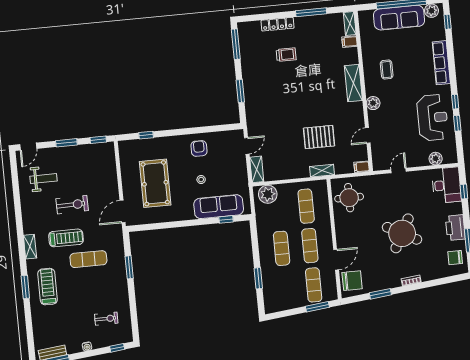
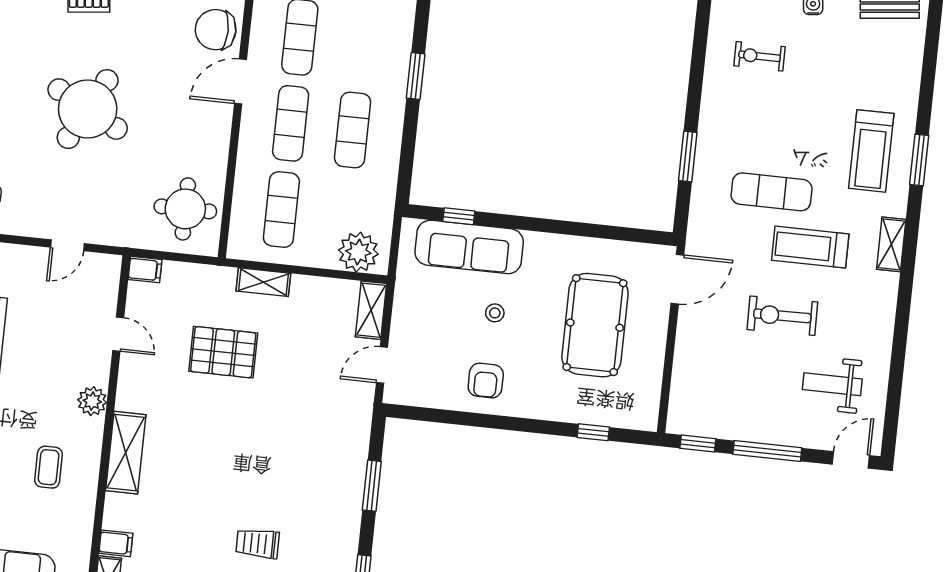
door: (368, 135) -> (118, 334), hinge flipped
window: (66, 143) -> (767, 451), width x1.44
shelving: (322, 171) -> (263, 282), moved

